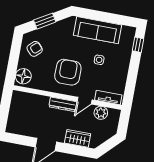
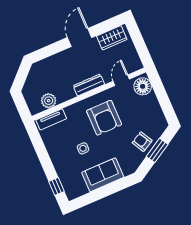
sofa: (98, 30) -> (103, 175), width x0.73
armchair: (35, 49) -> (142, 142), moved, turned 104
door: (85, 101) -> (121, 80), moved
wardrobe: (78, 138) -> (112, 38), moved

